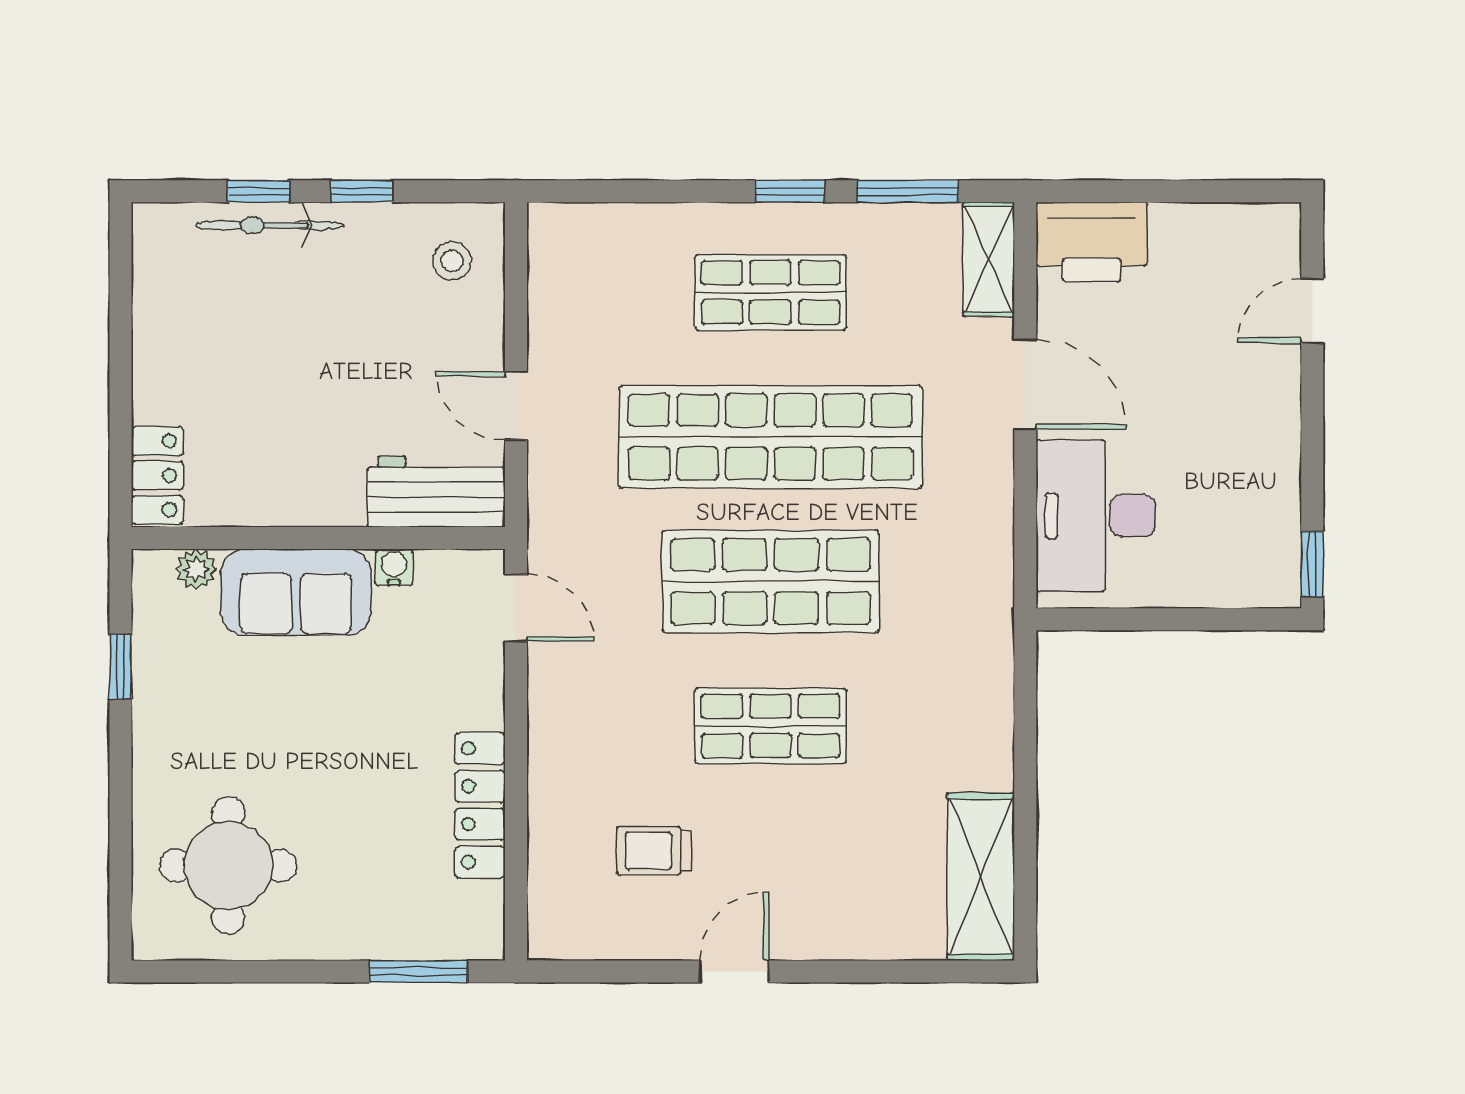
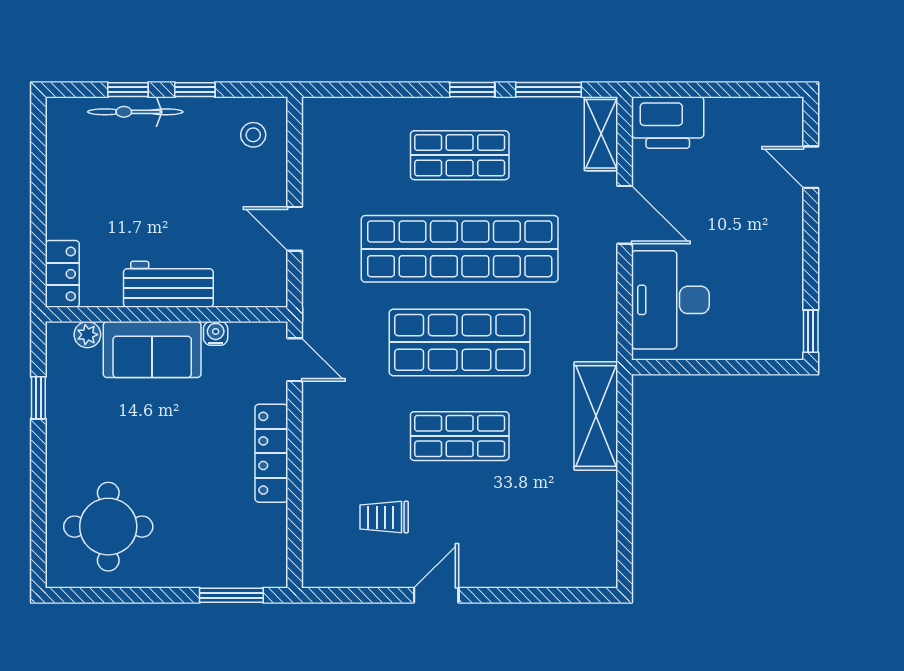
door: (1312, 311) -> (811, 167), hinge flipped
workbench: (436, 492) -> (168, 284), moved
locker: (480, 805) -> (271, 453), moved
shelving: (981, 877) -> (596, 416), moved

